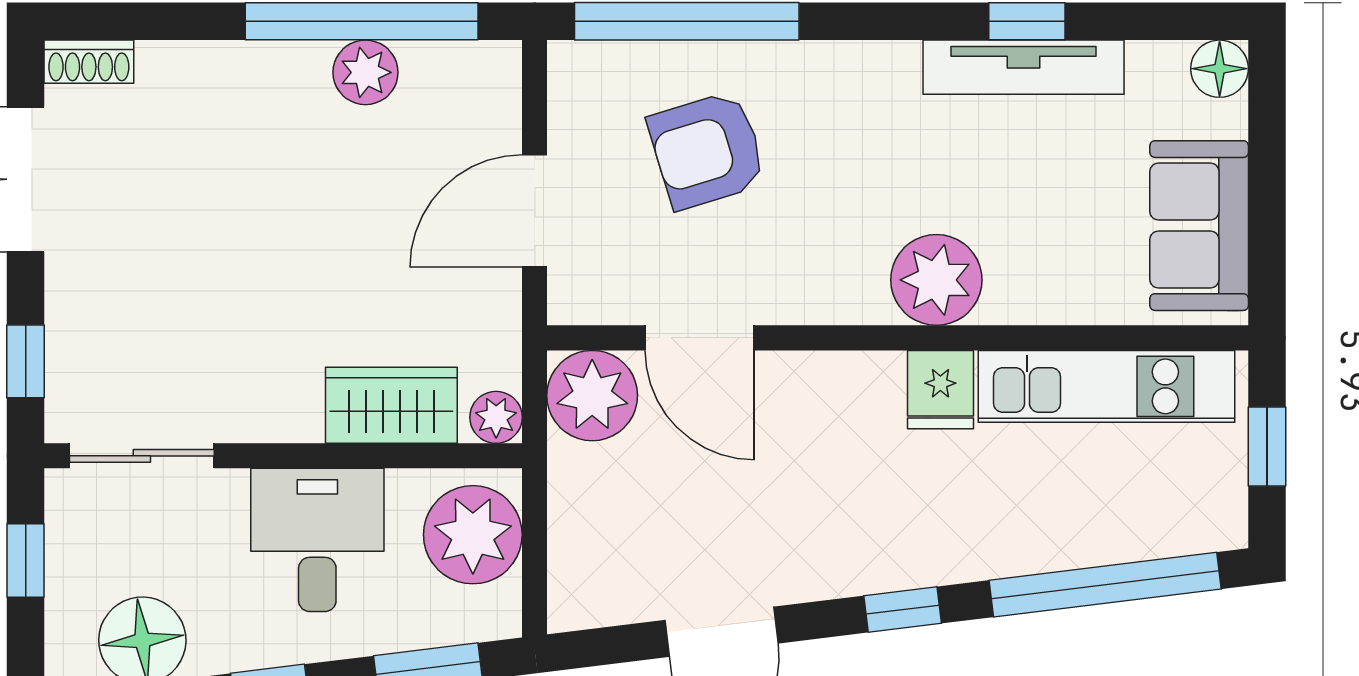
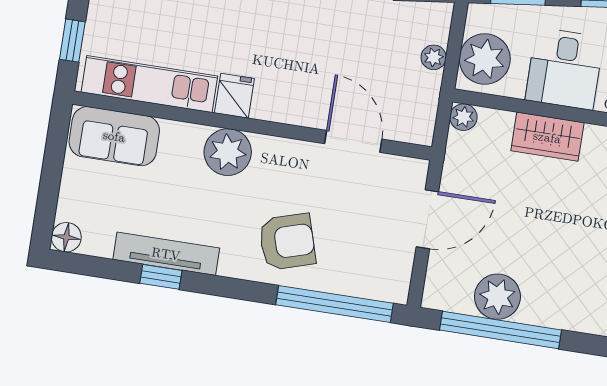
plant: (365, 72) -> (497, 297), width x1.36, depth x1.36
armchair: (707, 150) -> (287, 242), moved
sofa: (1199, 226) -> (114, 136), moved, turned 90
plant: (592, 396) -> (434, 57), moved, width x0.53, depth x0.53
wardrobe: (391, 405) -> (547, 137), moved

